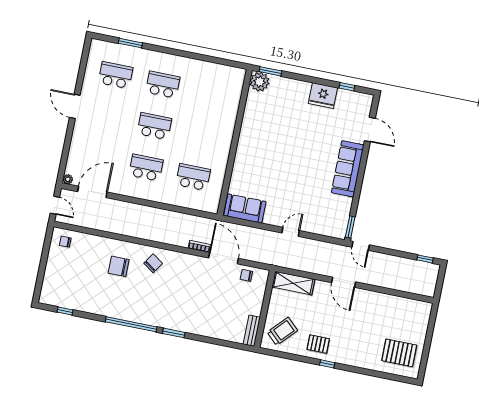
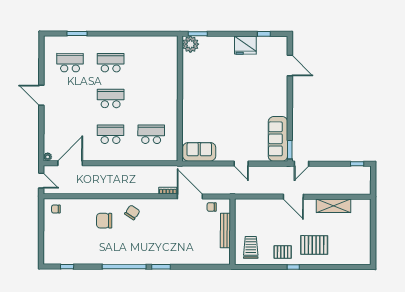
sofa: (348, 169) -> (278, 139), moved
door: (291, 232) -> (241, 164), swing flipped
door: (361, 246) -> (301, 164), hinge flipped
shelving: (293, 283) -> (333, 206), moved
bench: (252, 331) -> (225, 230), moved, width x1.36
trolley: (282, 331) -> (251, 247), turned -43
pallet: (399, 353) -> (314, 245), moved

